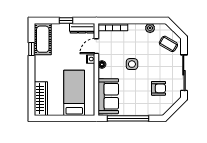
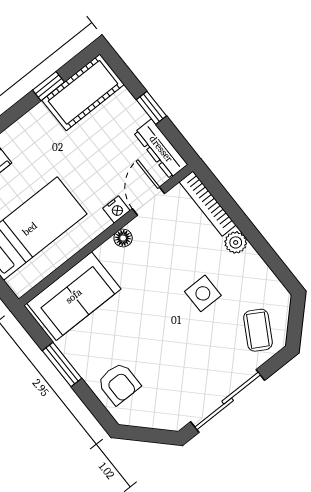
plant: (150, 28) -> (236, 242), moved
door: (96, 46) -> (149, 201), hinge flipped
side table: (132, 64) -> (203, 293), moved
armchair: (158, 88) -> (119, 384), moved
window: (128, 118) -> (62, 365), width x0.47

